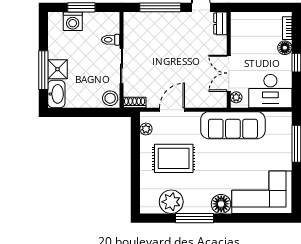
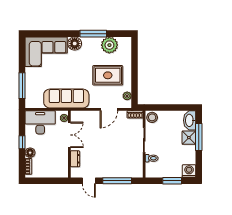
washing machine: (73, 21) -> (189, 171), moved
dresser: (220, 23) -> (75, 159), moved

